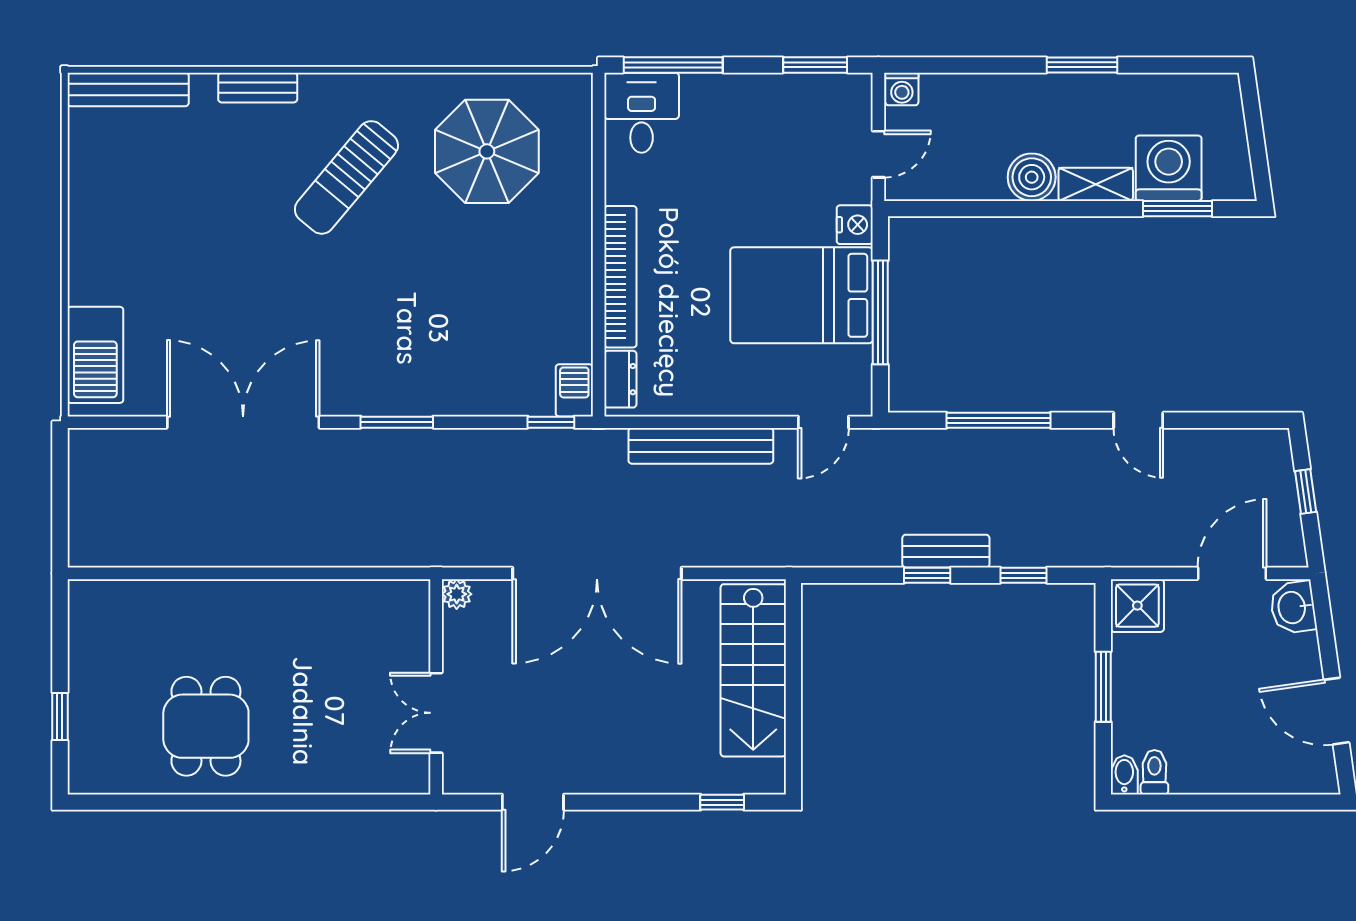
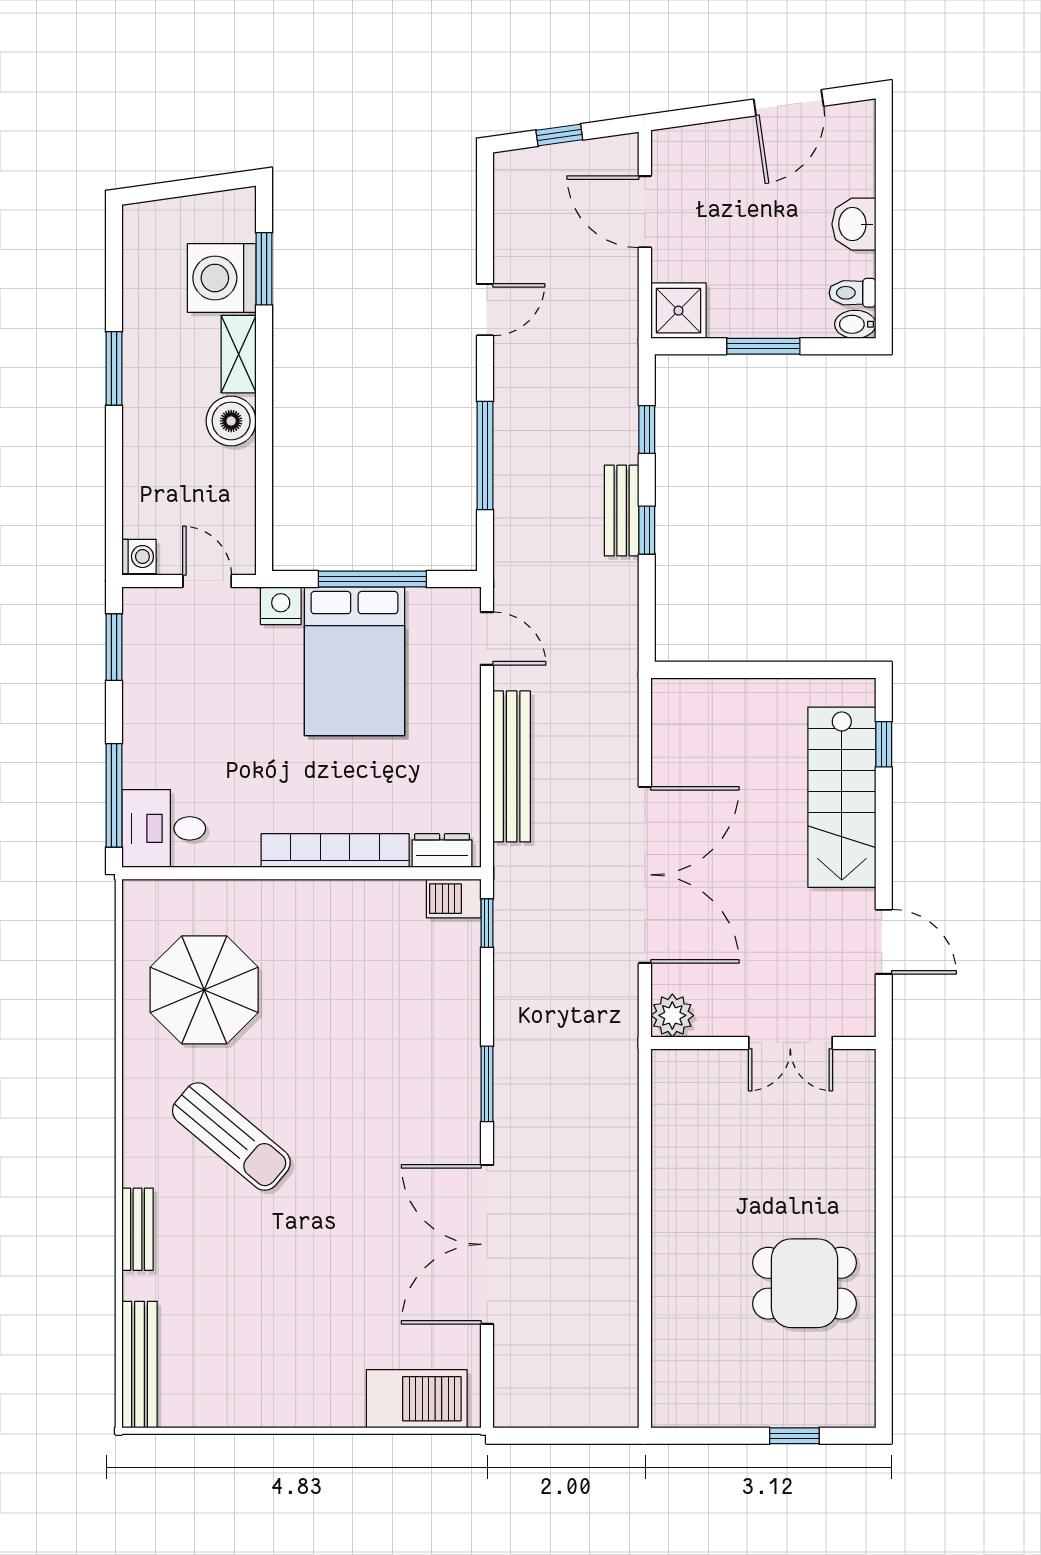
plant: (457, 594) -> (672, 1015), width x1.38, depth x1.38
washbasin: (1293, 607) -> (854, 224), moved, turned 98
stairs: (753, 670) -> (842, 797), moved, turned 90

